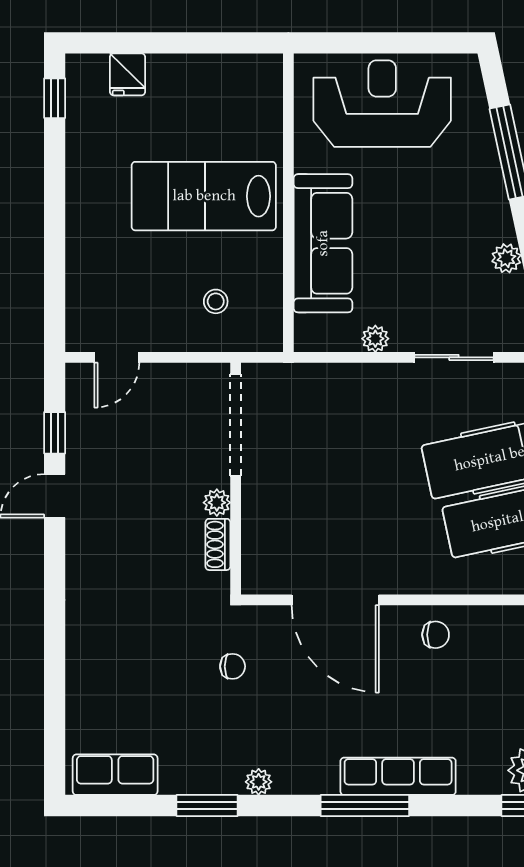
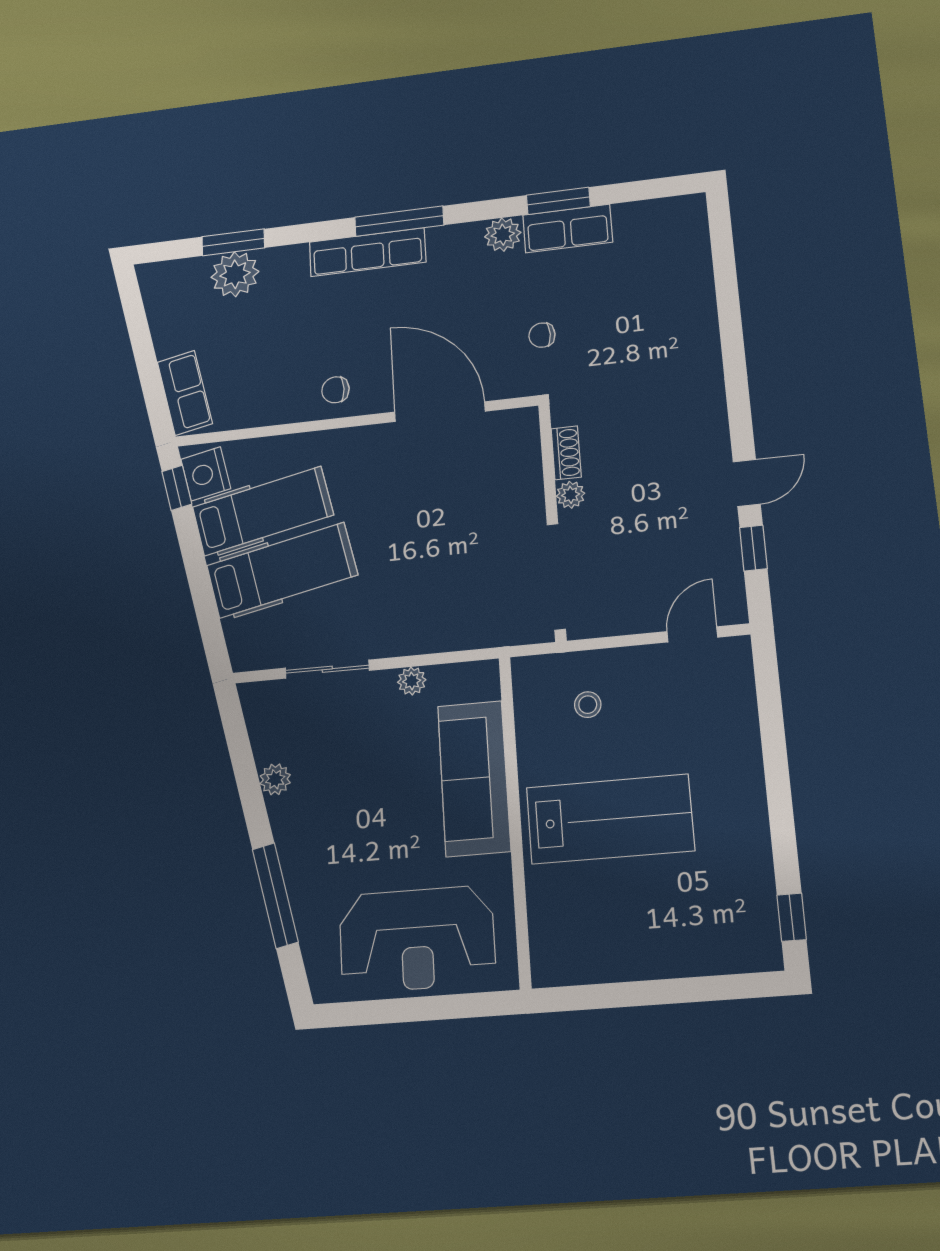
fridge: (127, 74) -> (709, 951), removed
row of seats: (115, 775) -> (568, 229), moved
plant: (259, 782) -> (503, 235), width x1.38, depth x1.38

